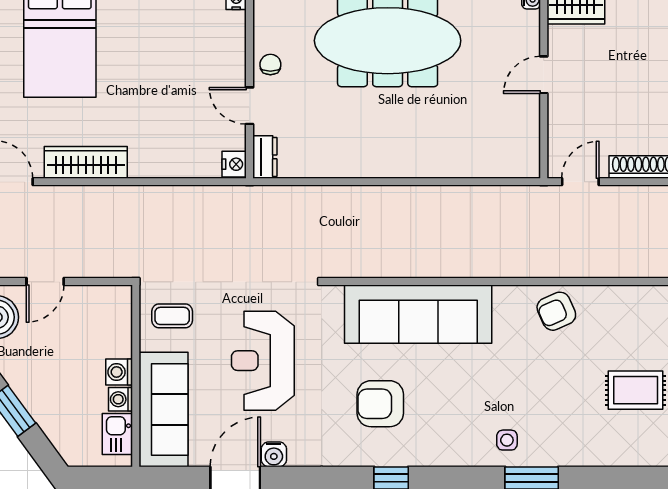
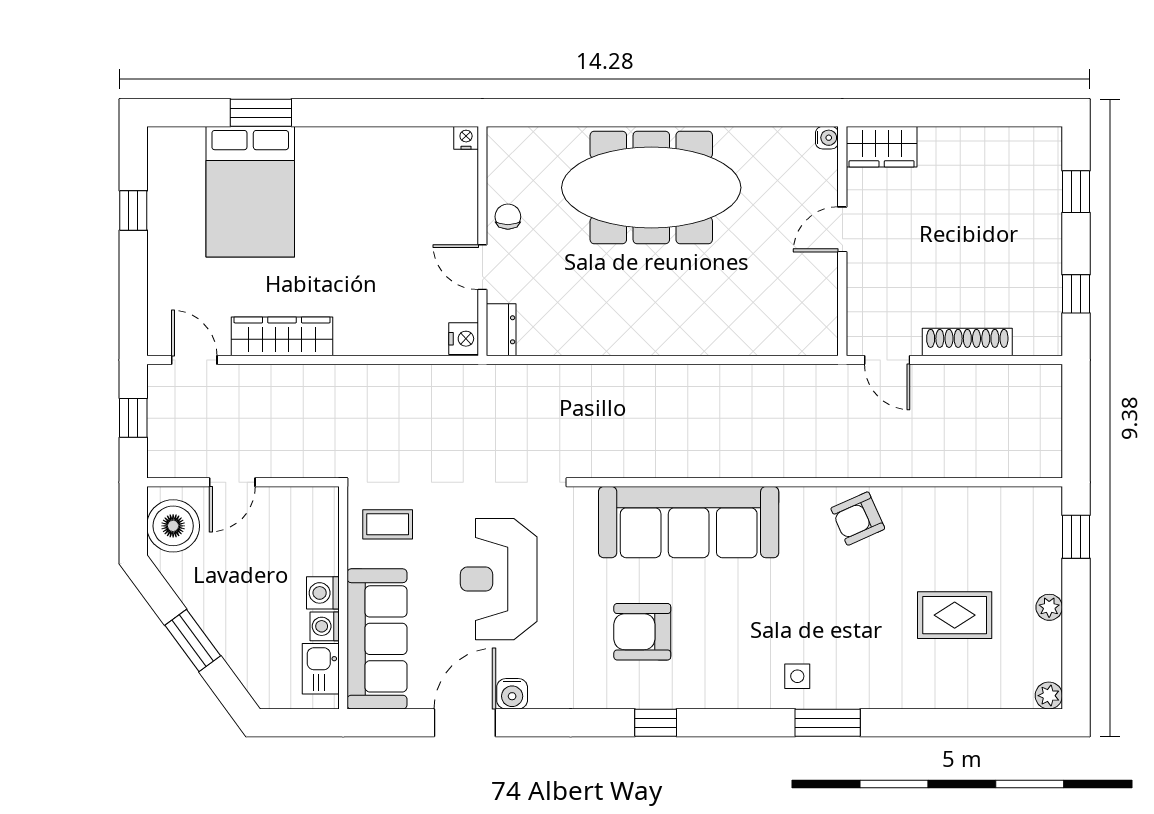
door: (580, 182) -> (887, 360), swing flipped

